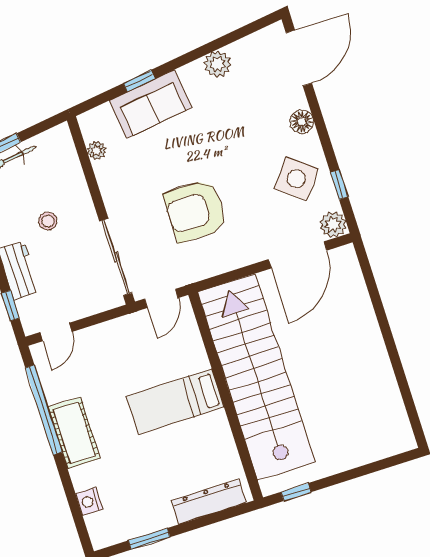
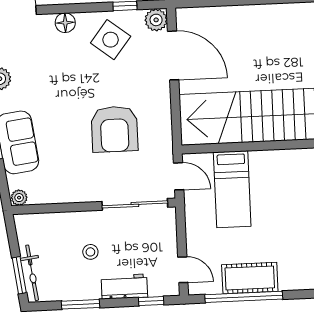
plant: (97, 150) -> (19, 198), moved
bed: (175, 402) -> (232, 189), moved
cot: (74, 433) -> (250, 278), moved

